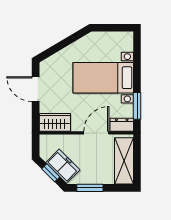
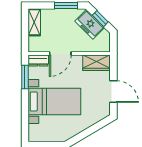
shelving: (124, 161) -> (34, 22), width x0.67, depth x0.75

